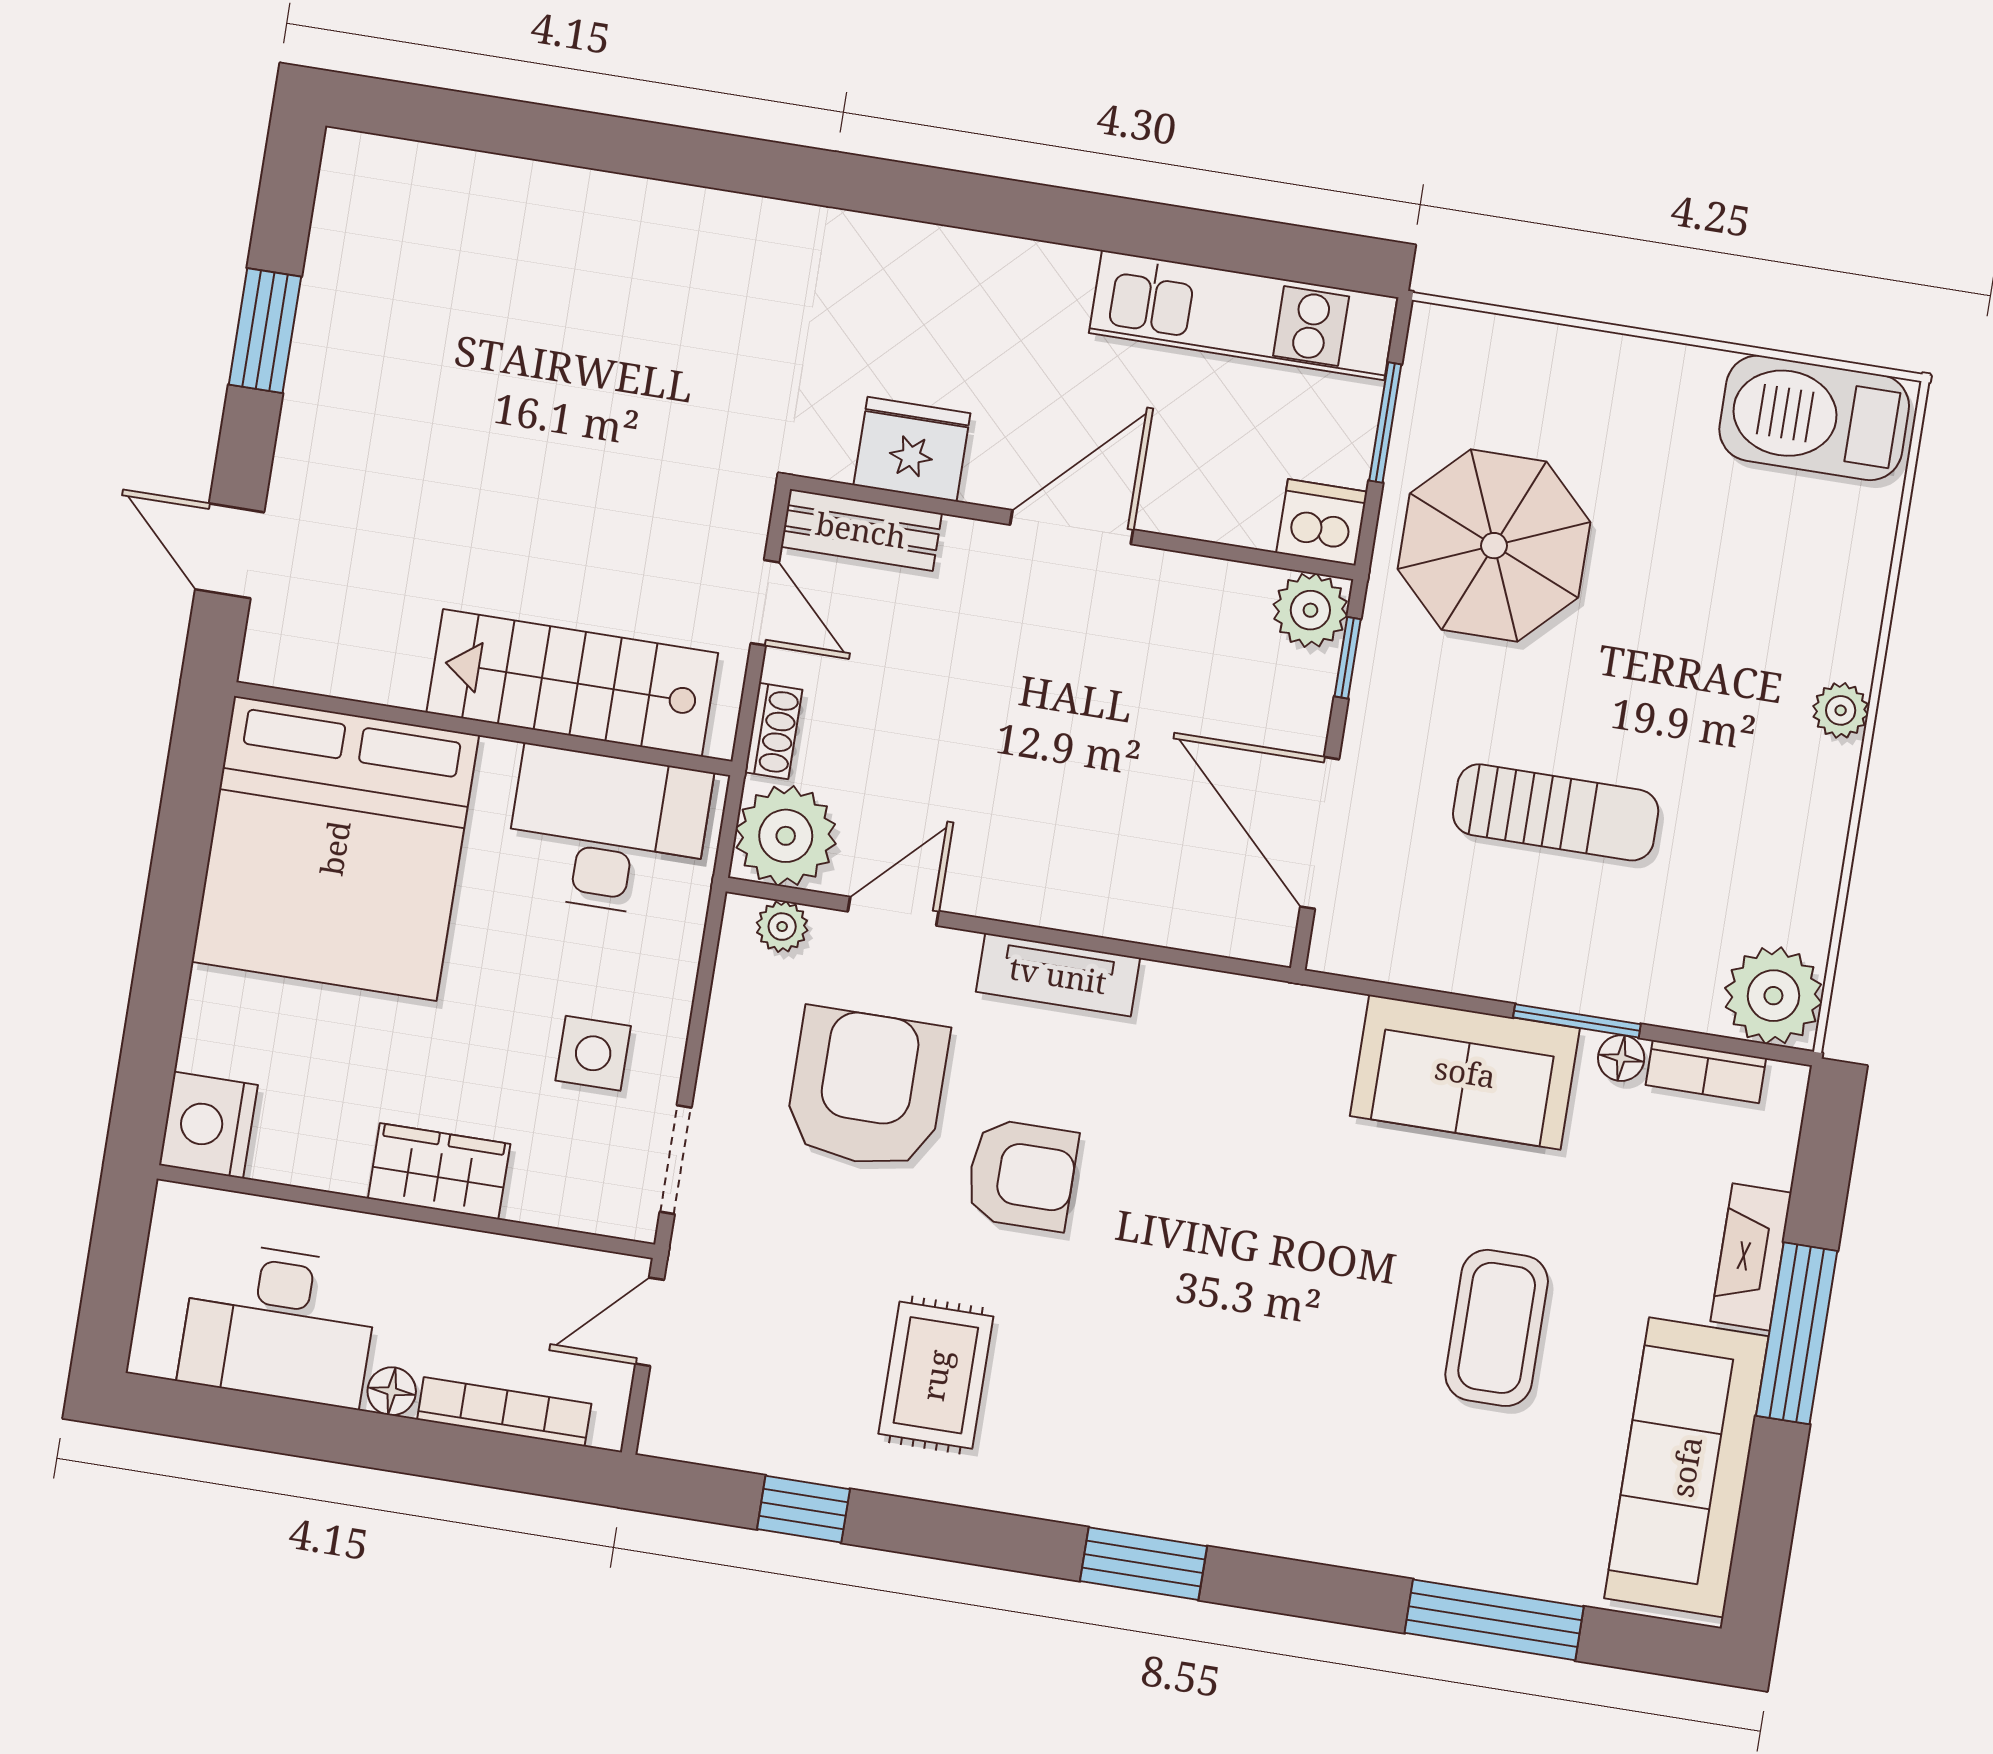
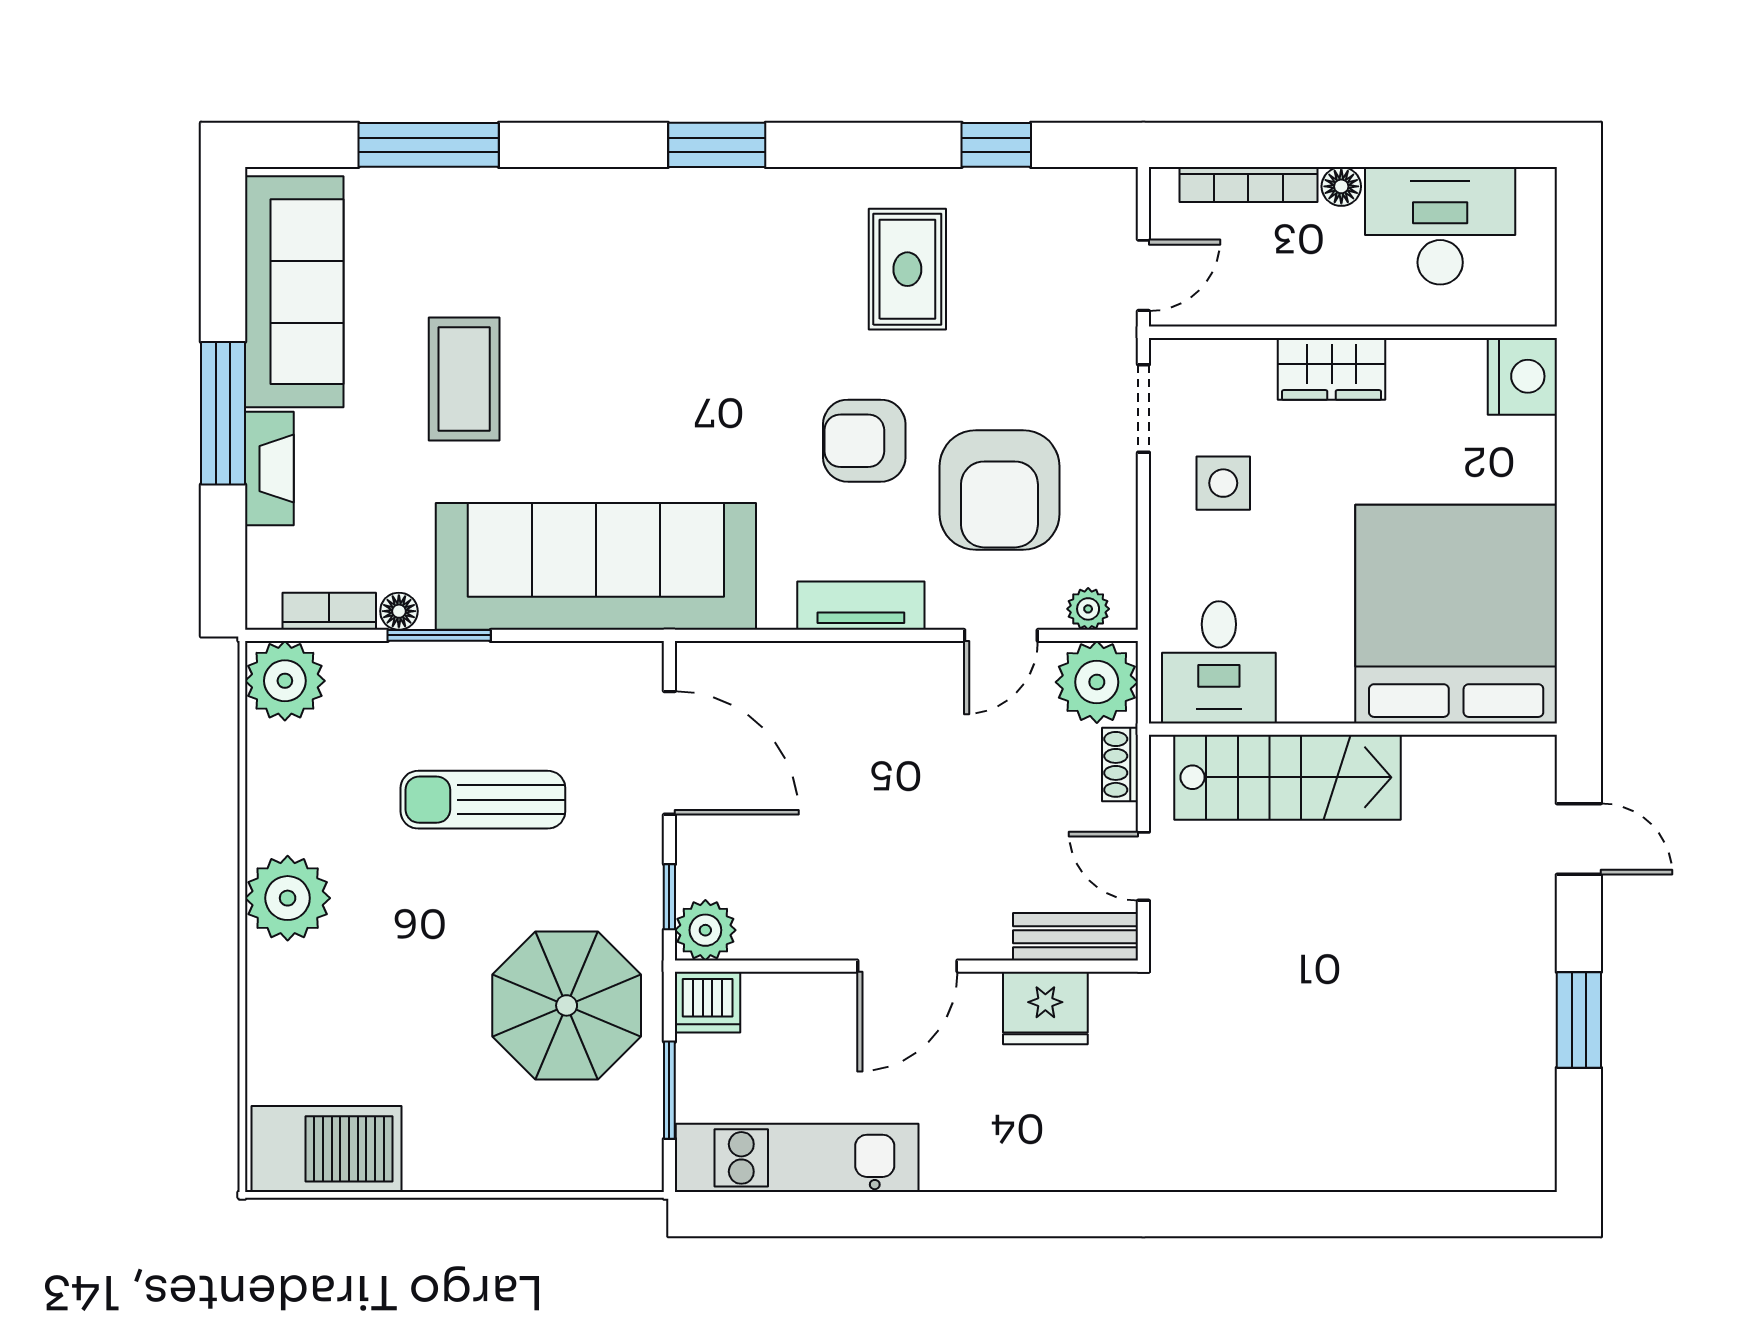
plant: (1841, 710) -> (288, 898), width x1.87, depth x1.87
desk: (608, 832) -> (1219, 662), width x0.73
sofa: (1465, 1072) -> (596, 566), width x1.85, depth x1.27

